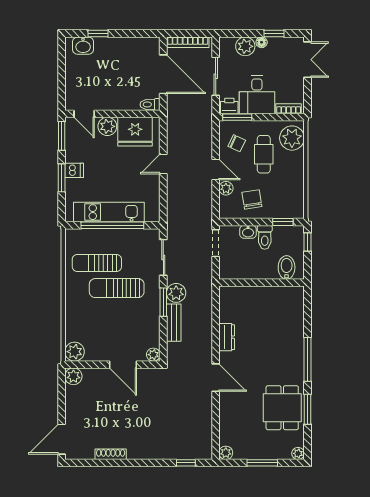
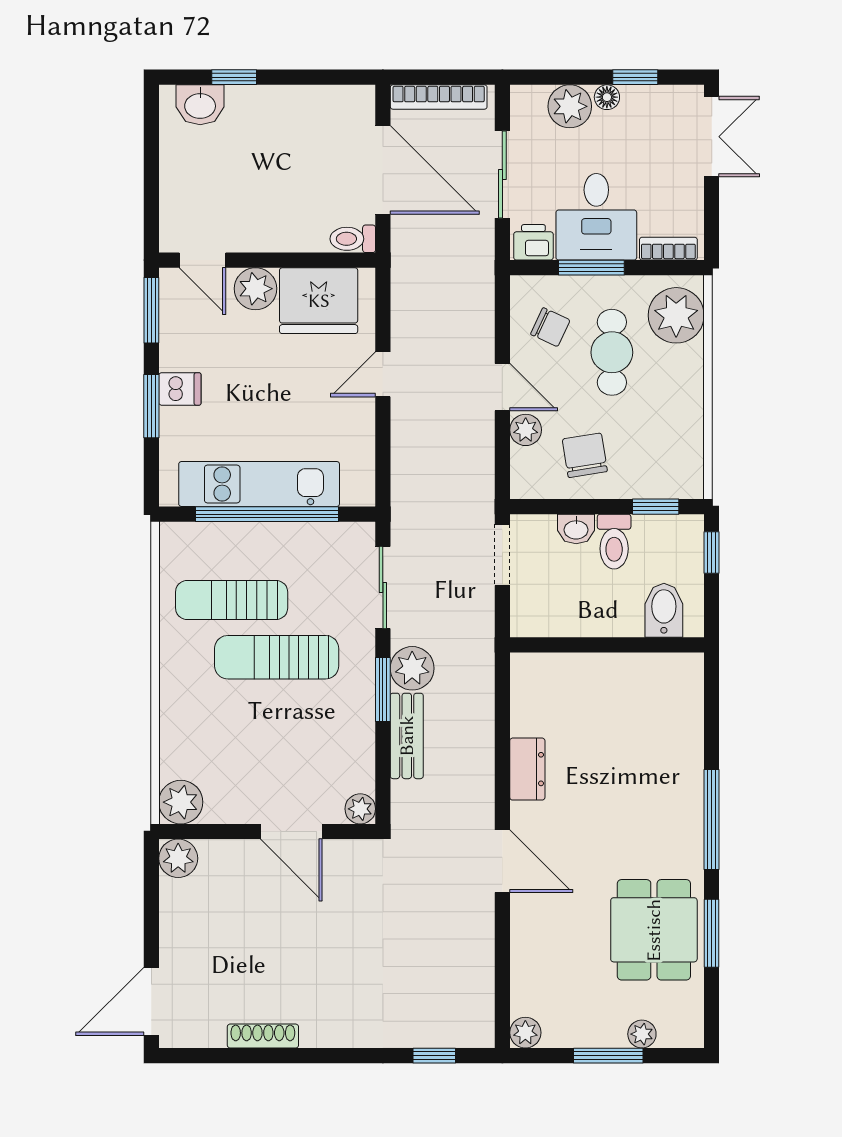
window: (237, 117) -> (591, 268), moved
plant: (298, 453) -> (642, 1034), moved

